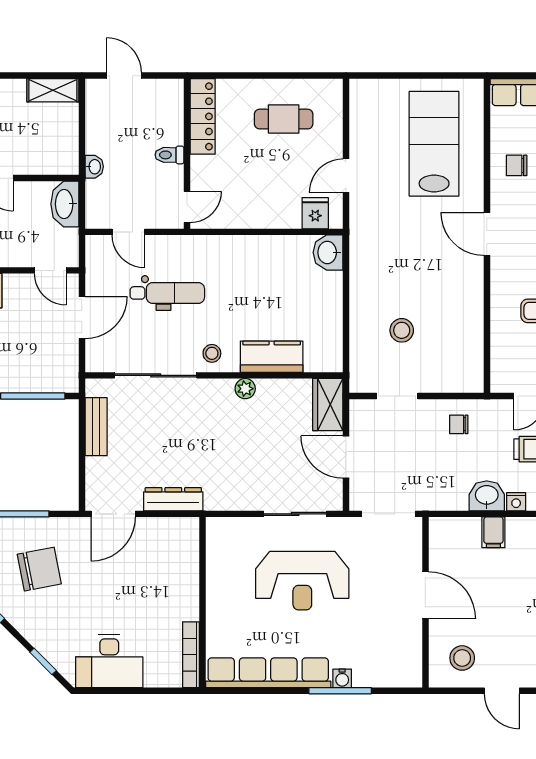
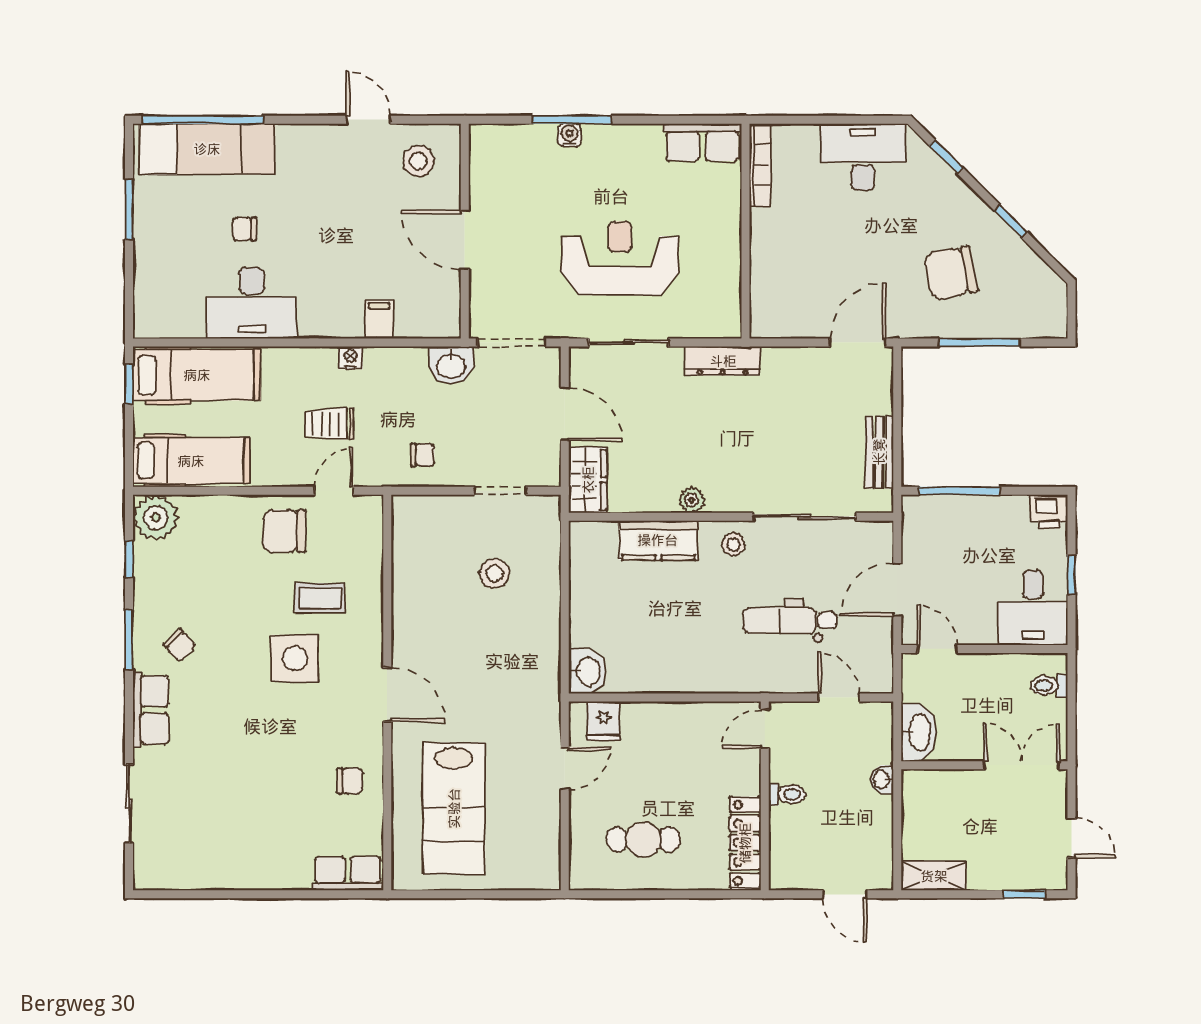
washbasin: (487, 496) -> (451, 365), moved
dresser: (173, 499) -> (723, 361), moved
row of seats: (268, 673) -> (702, 142), width x0.50

